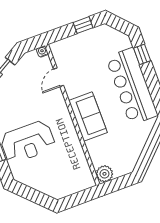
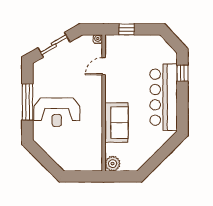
window: (83, 25) -> (127, 29), moved
sofa: (88, 116) -> (116, 123), moved

